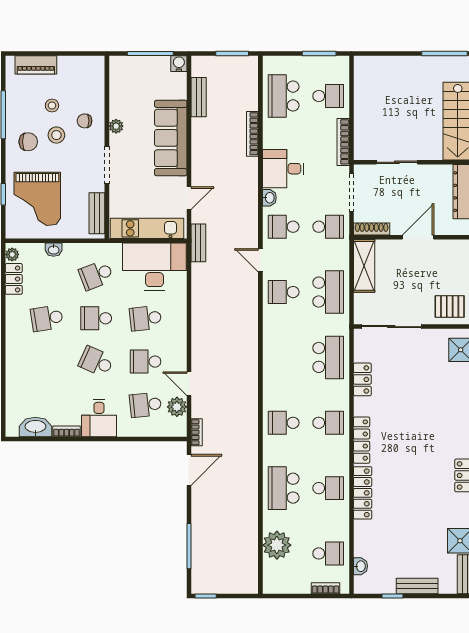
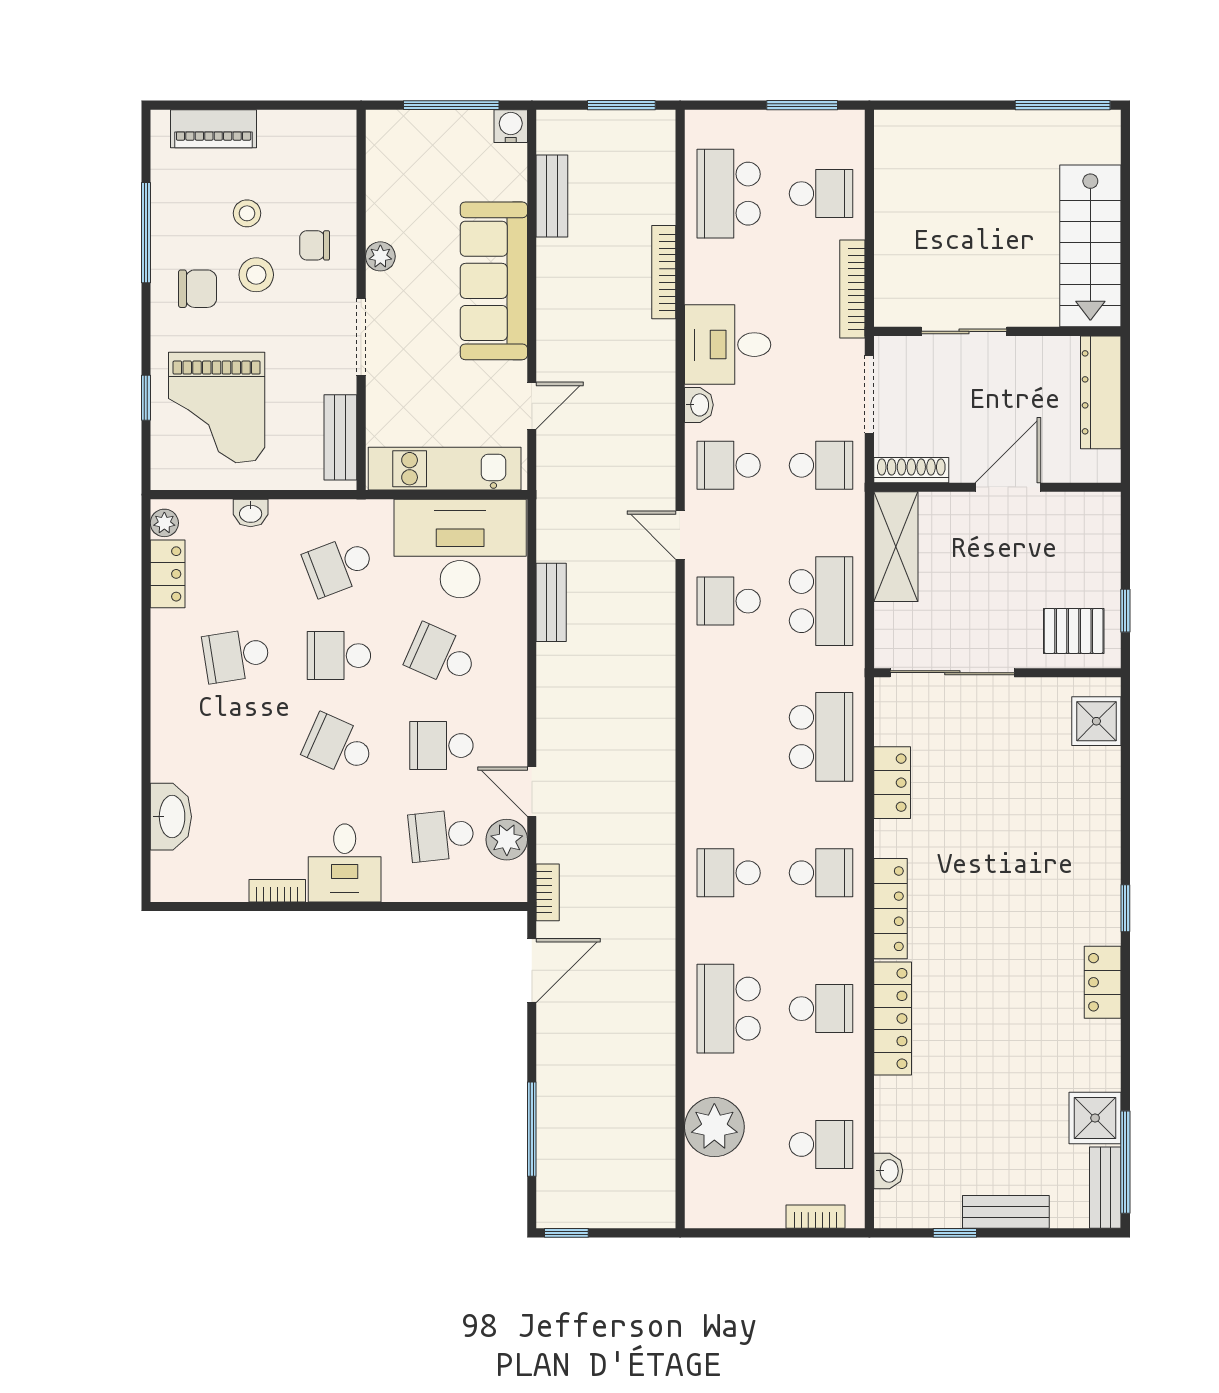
bench: (198, 243) -> (551, 602), moved
school desk: (145, 318) -> (441, 656), turned 30
washbasin: (35, 427) -> (171, 817), moved, turned 90

